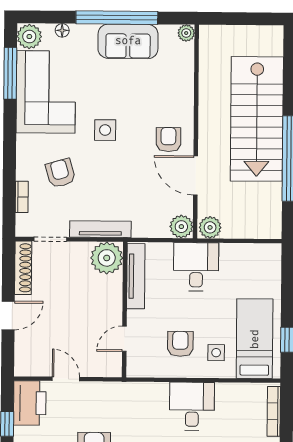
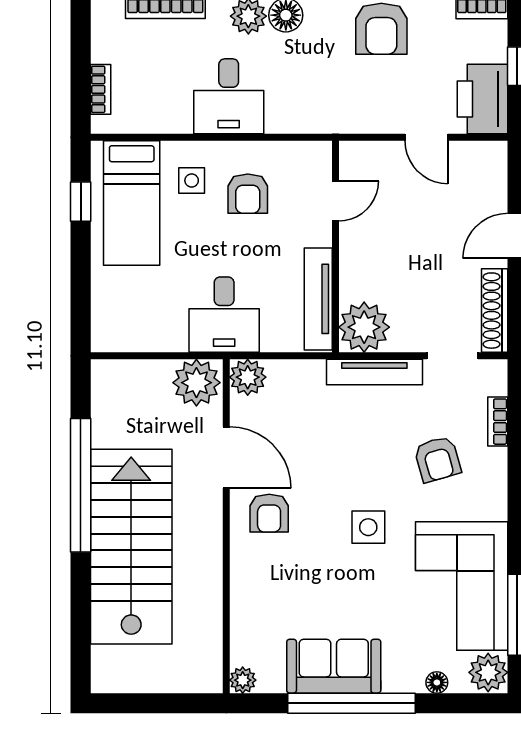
plant: (210, 227) -> (196, 383), width x1.36, depth x1.36
bookcase: (274, 411) -> (101, 89), width x0.64

